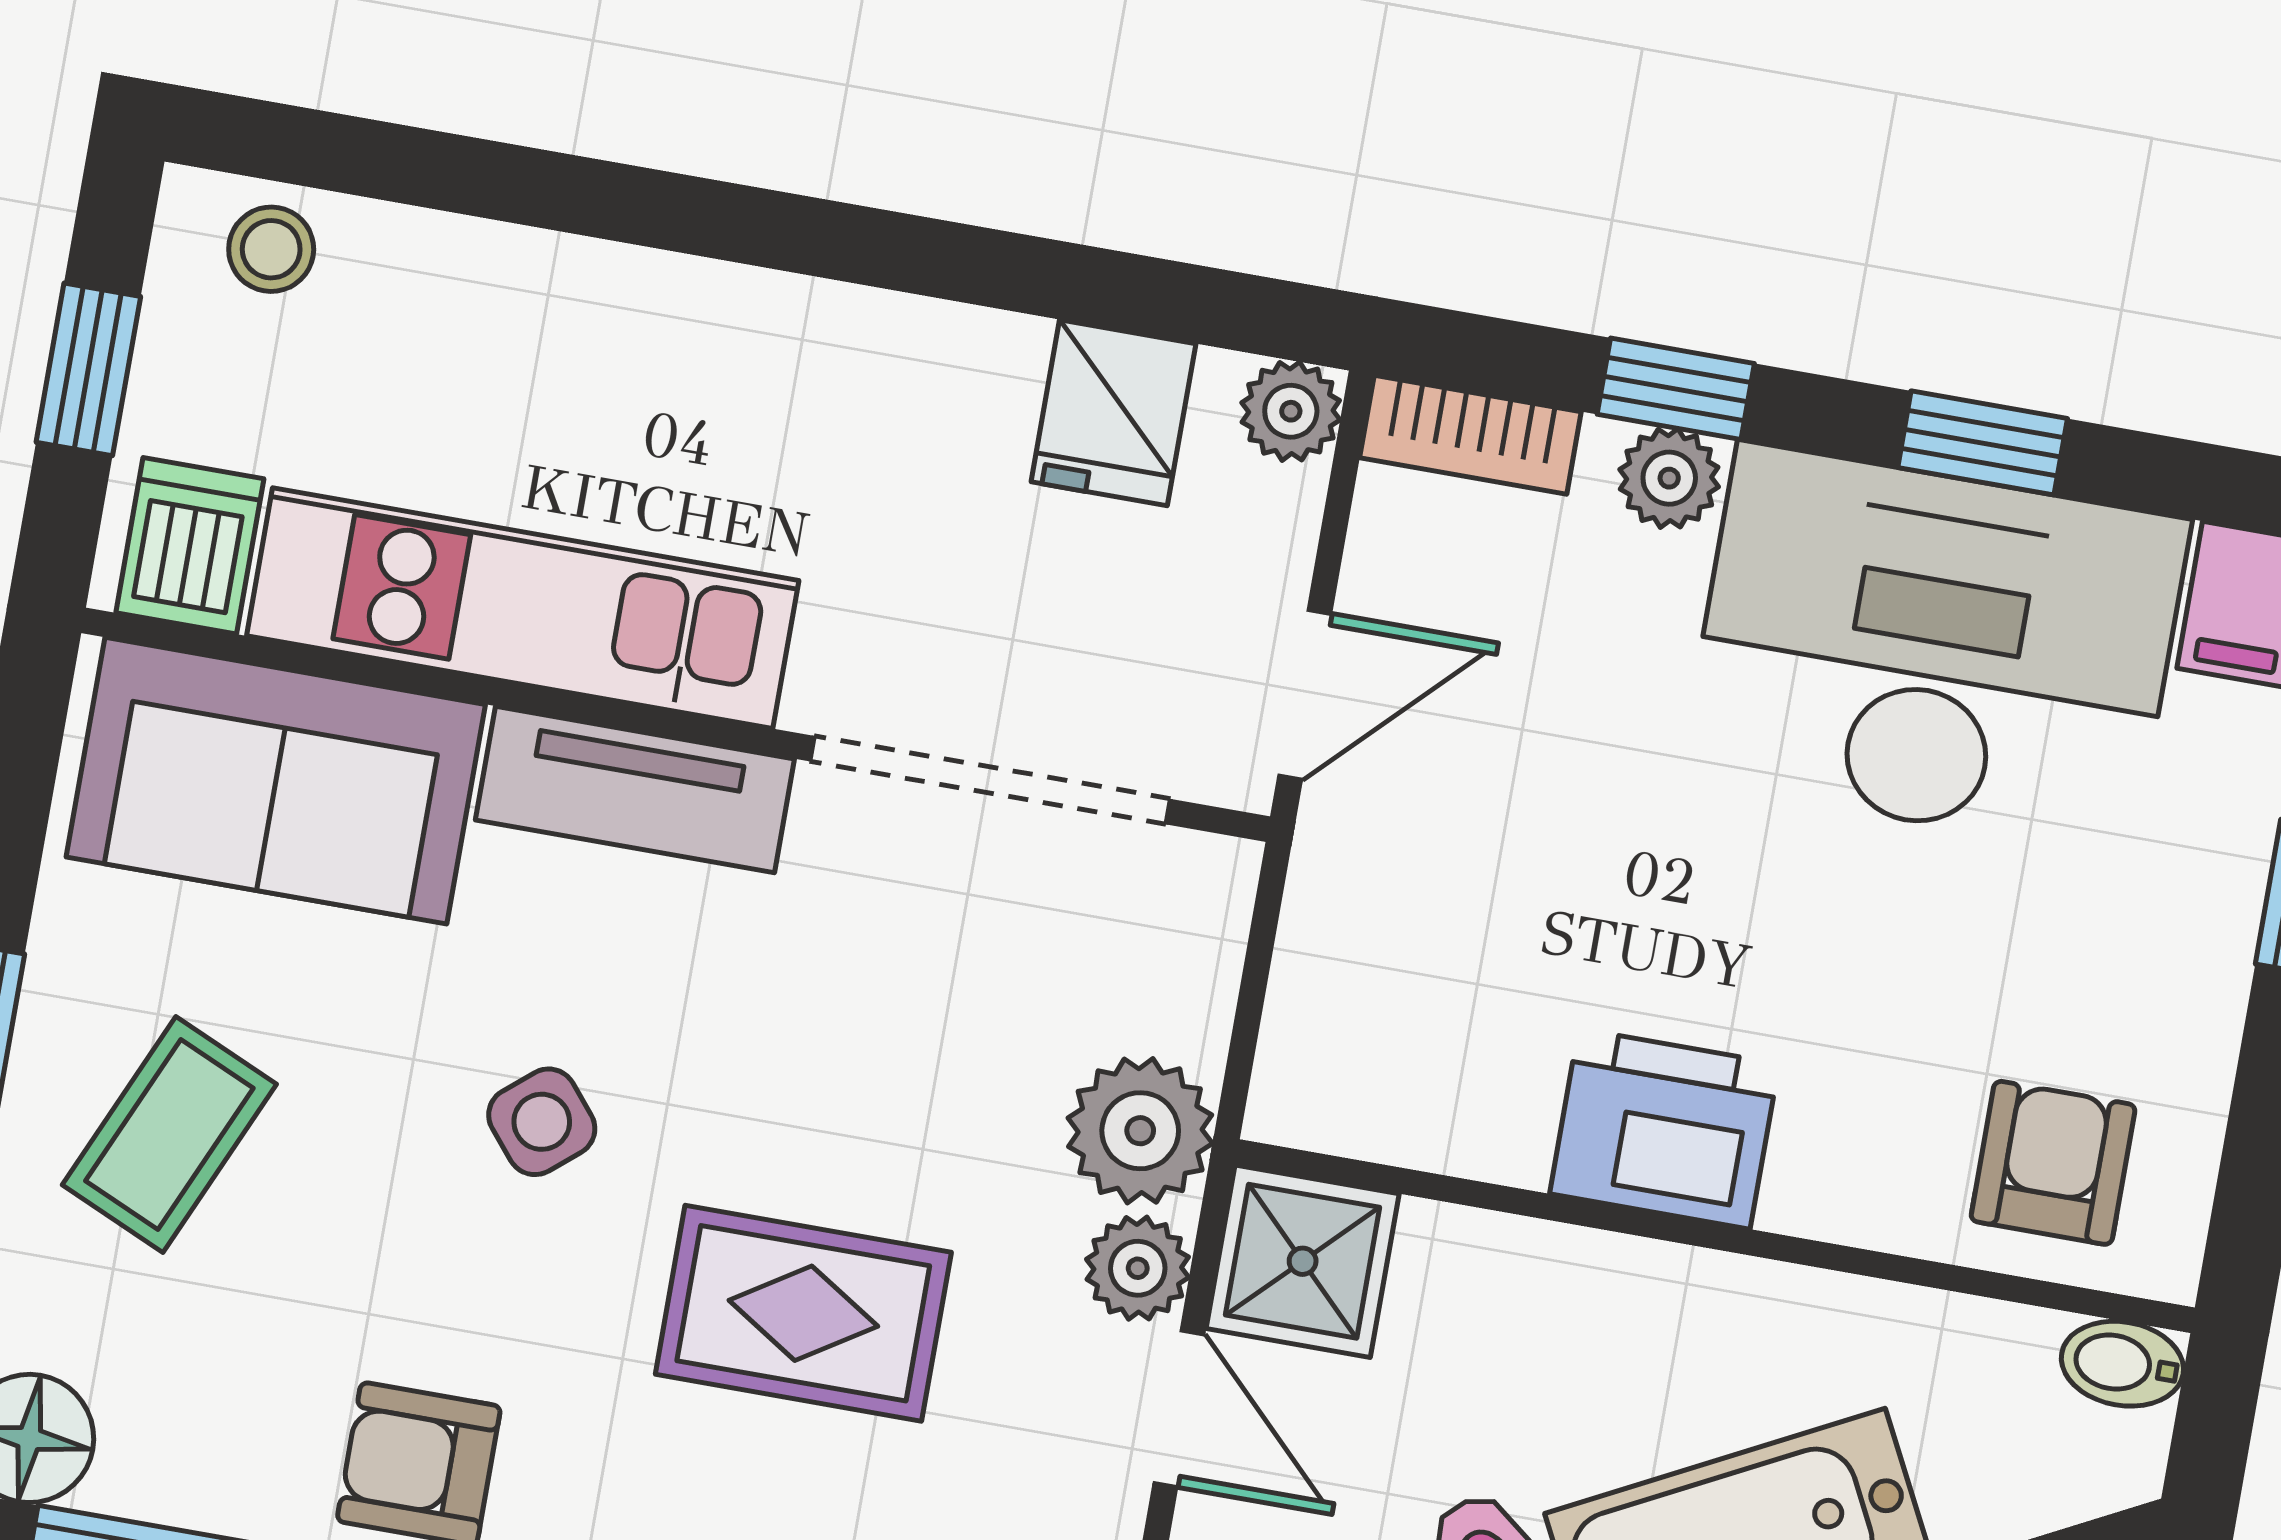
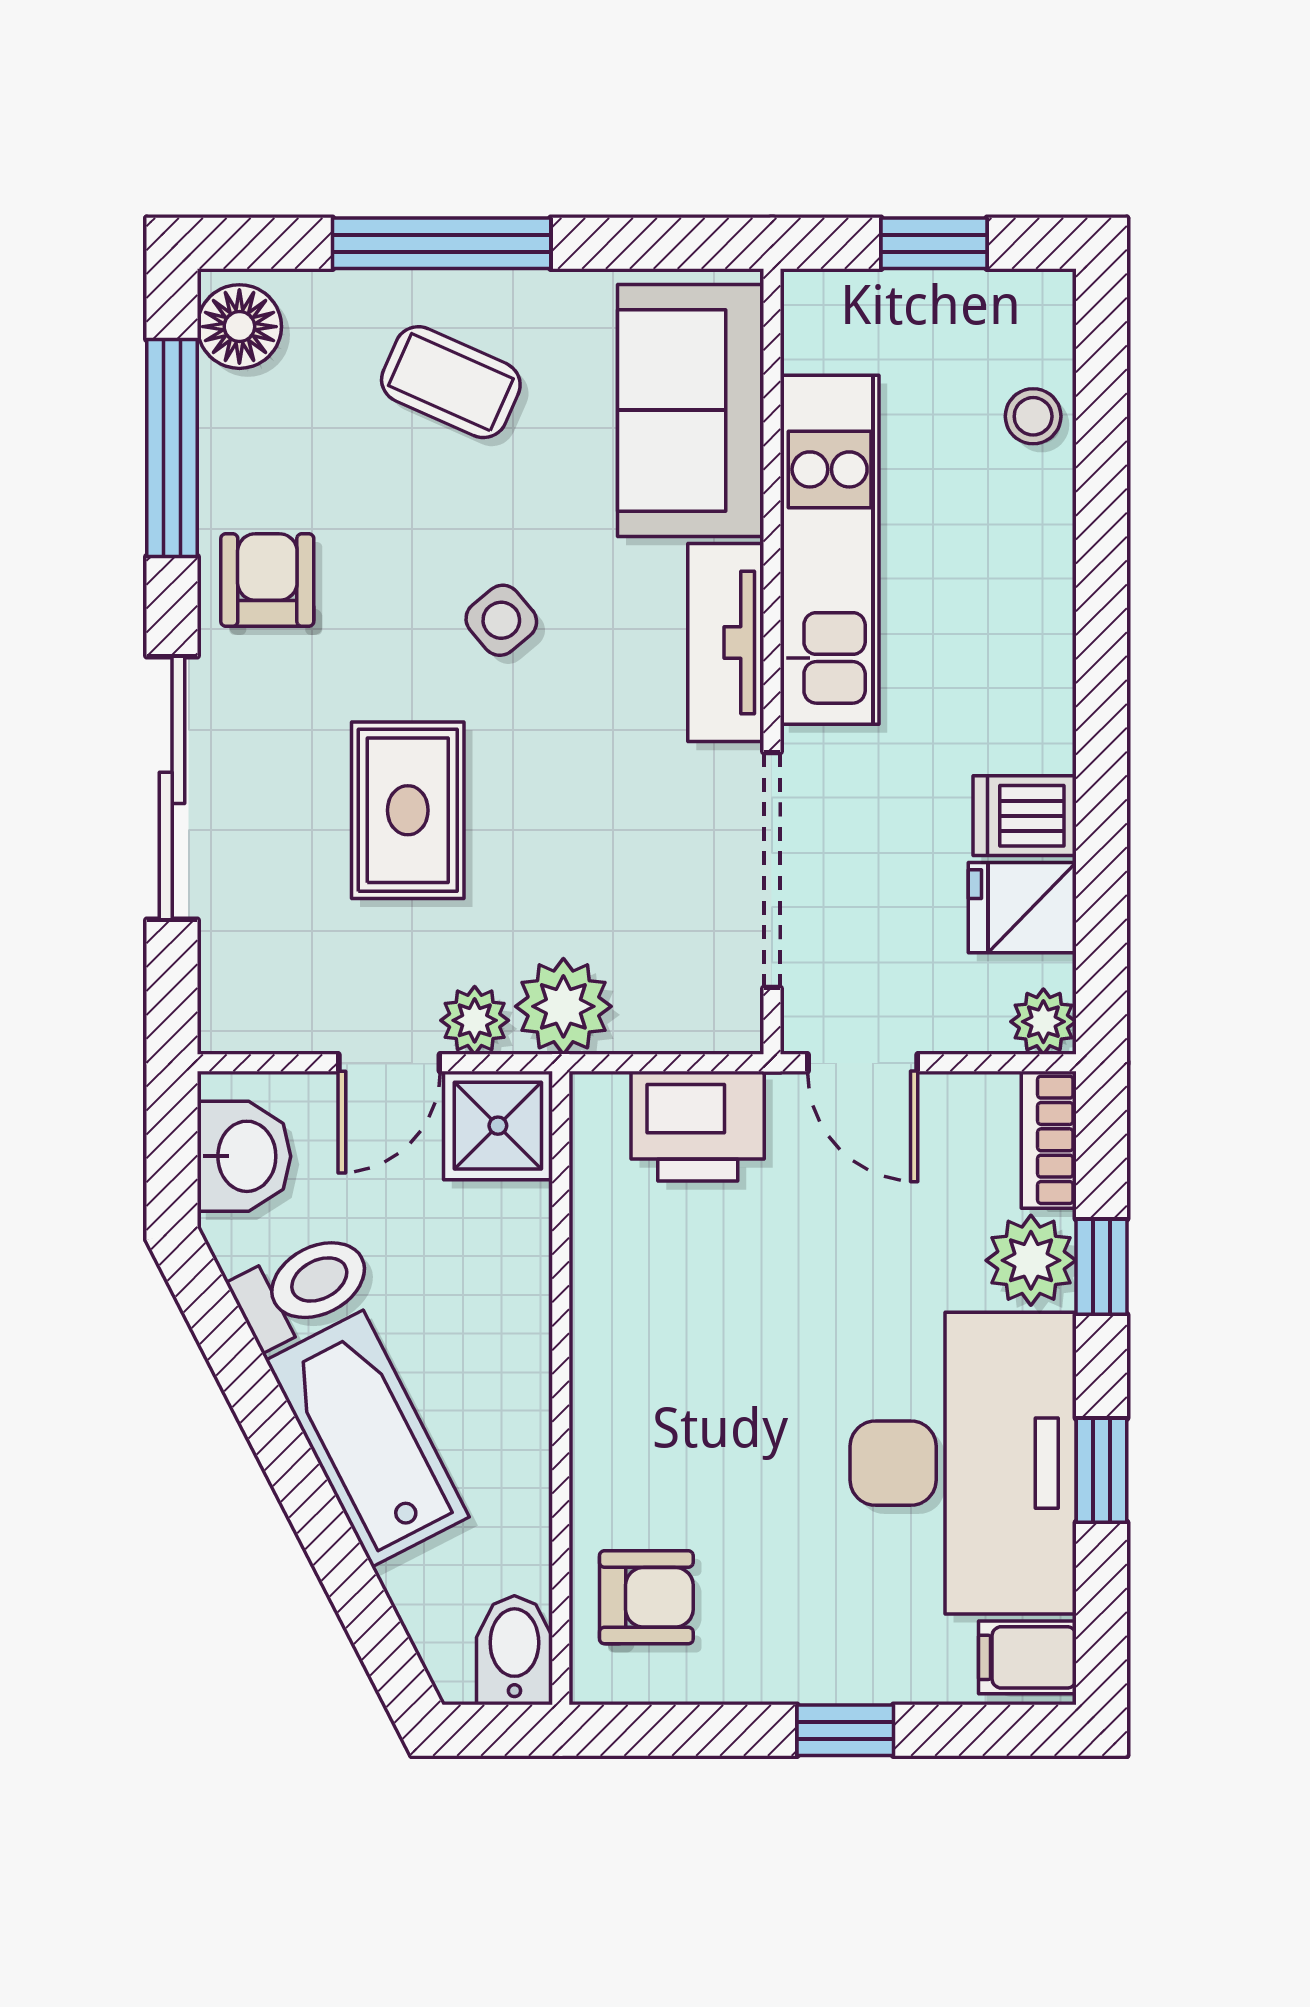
stool: (271, 249) -> (1033, 416), moved
plant: (1669, 478) -> (1031, 1260), width x1.38, depth x1.38
dishwasher: (190, 546) -> (1025, 816), moved, turned 180
printer: (1664, 1129) -> (698, 1126), moved, turned 90
bidet: (2122, 1364) -> (514, 1650), width x1.38, depth x1.36

